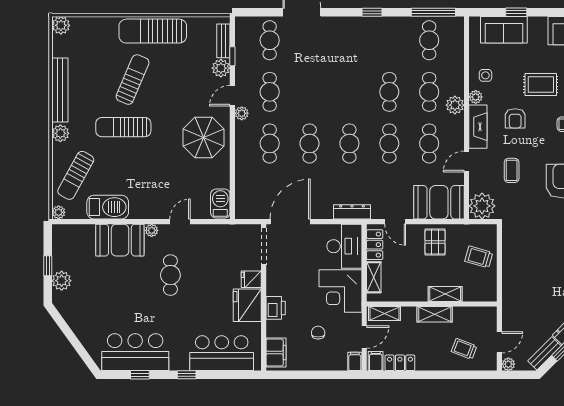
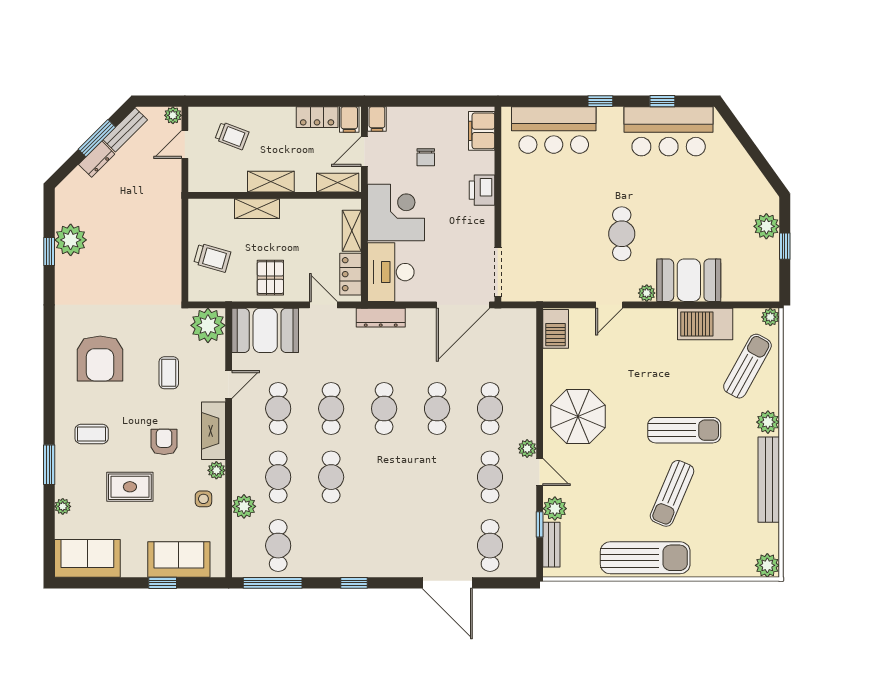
door: (232, 96) -> (540, 472), hinge flipped
plant: (455, 105) -> (244, 506), moved
fridge: (251, 279) -> (514, 228), removed
fridge: (247, 305) -> (520, 194), removed

